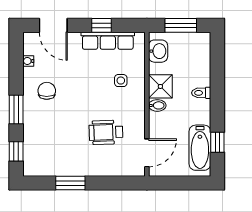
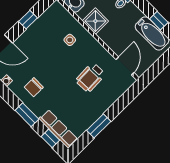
row of seats: (108, 41) -> (58, 129), moved, turned -90
chair: (47, 91) -> (34, 87), turned -90
bidet: (157, 105) -> (104, 34), removed

